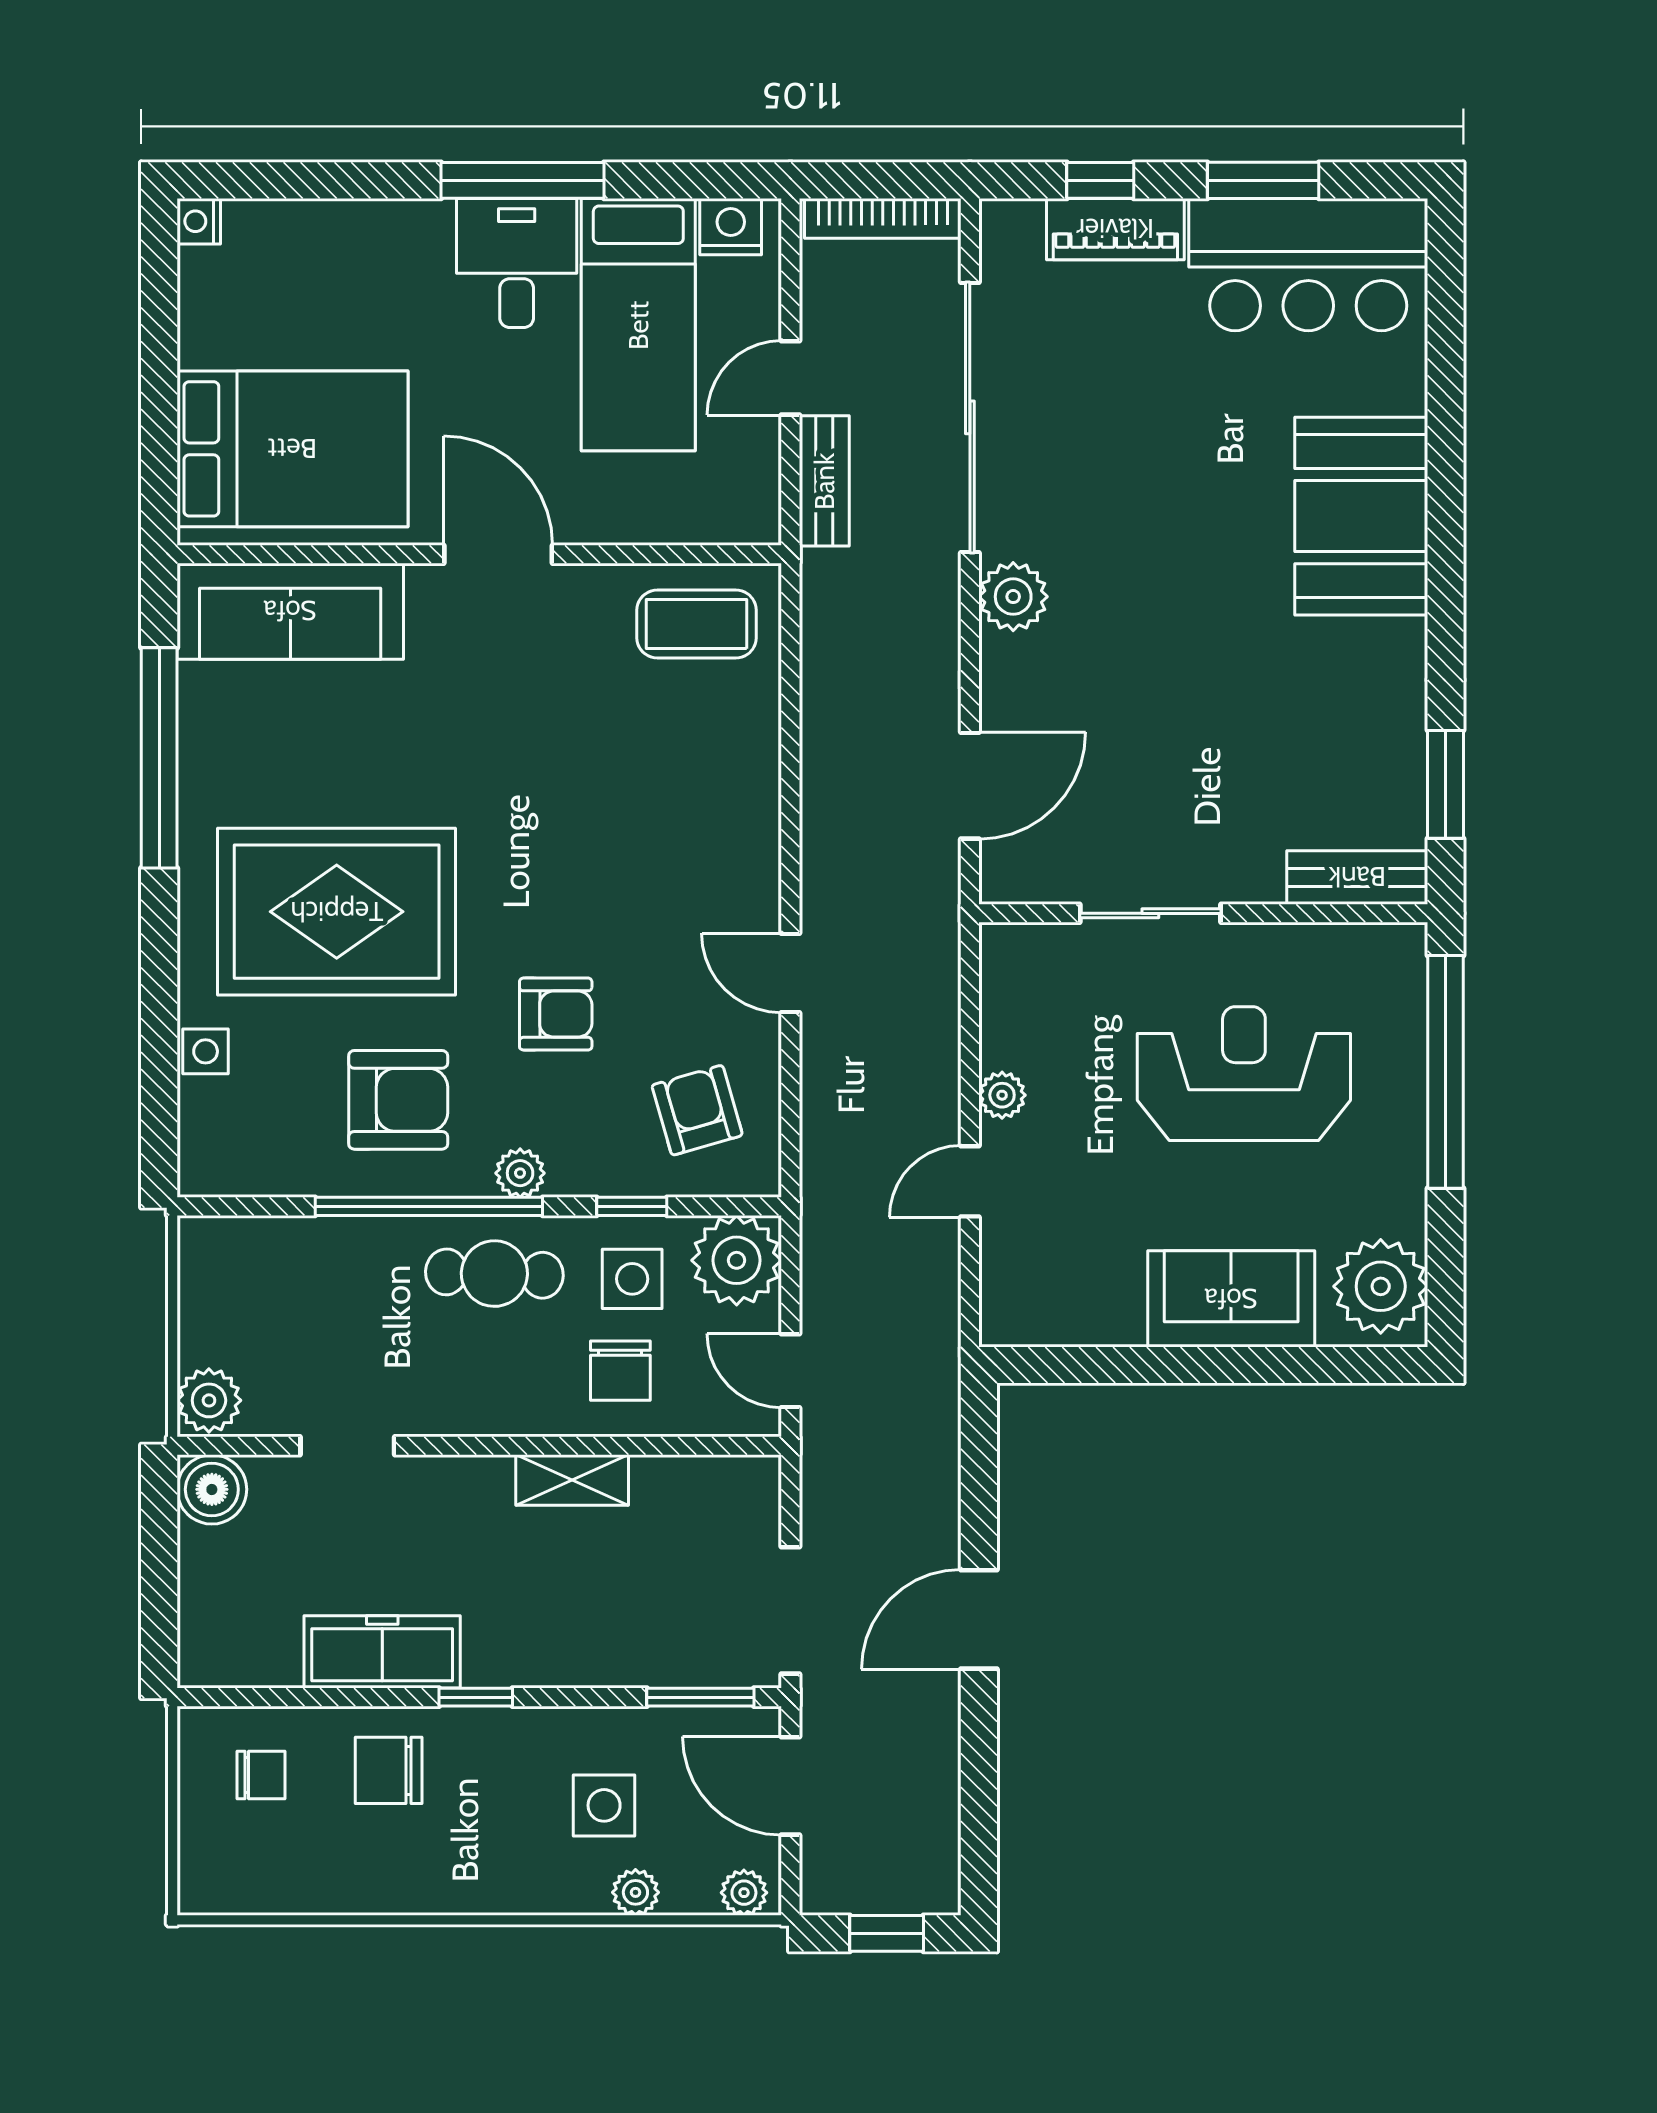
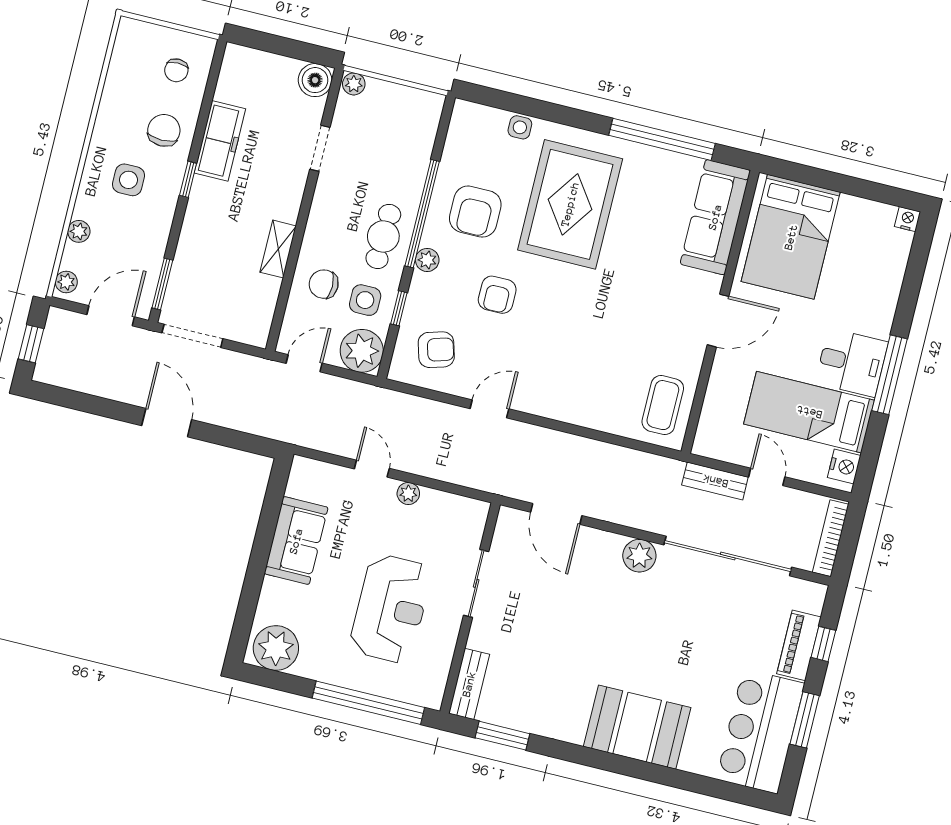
sofa: (1231, 1299) -> (296, 541), moved
plant: (209, 1400) -> (354, 84), width x0.73, depth x0.73
side table: (604, 1805) -> (129, 180), moved

